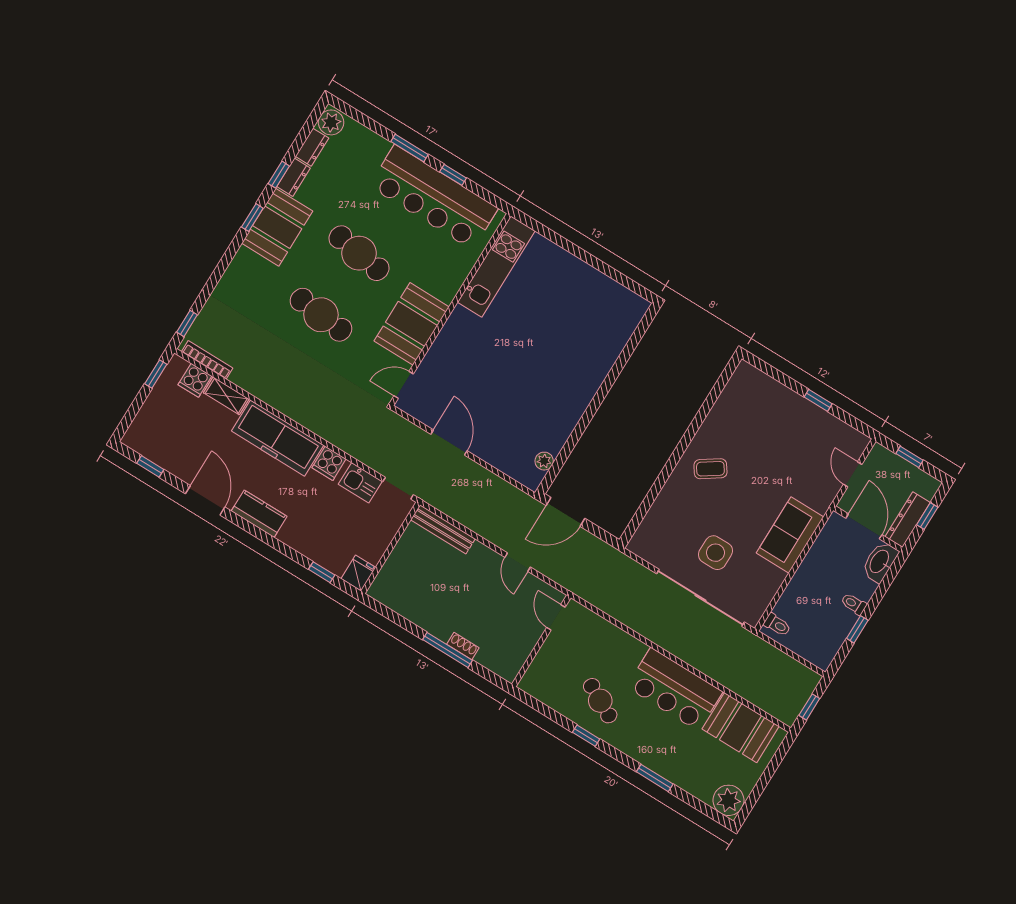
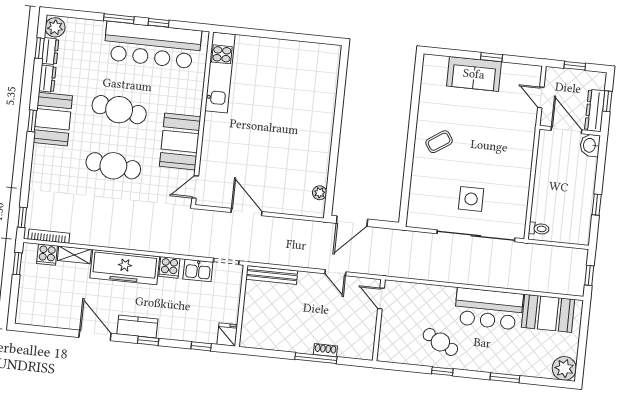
window: (279, 175) -> (40, 48), moved
window: (150, 466) -> (148, 341), moved
sofa: (790, 535) -> (474, 74), moved, turned -90
washbasin: (880, 562) -> (590, 145), width x0.72
toilet: (854, 604) -> (586, 188), removed

